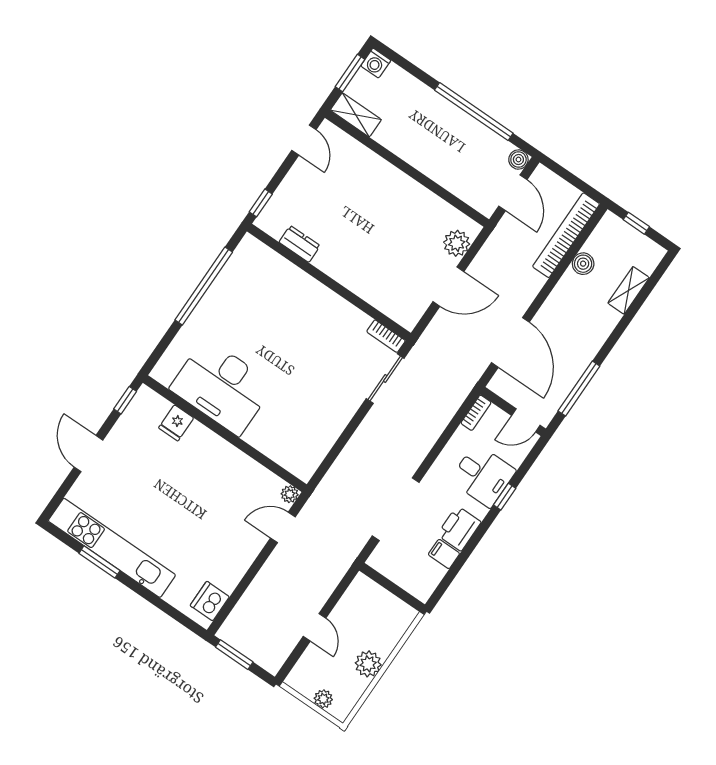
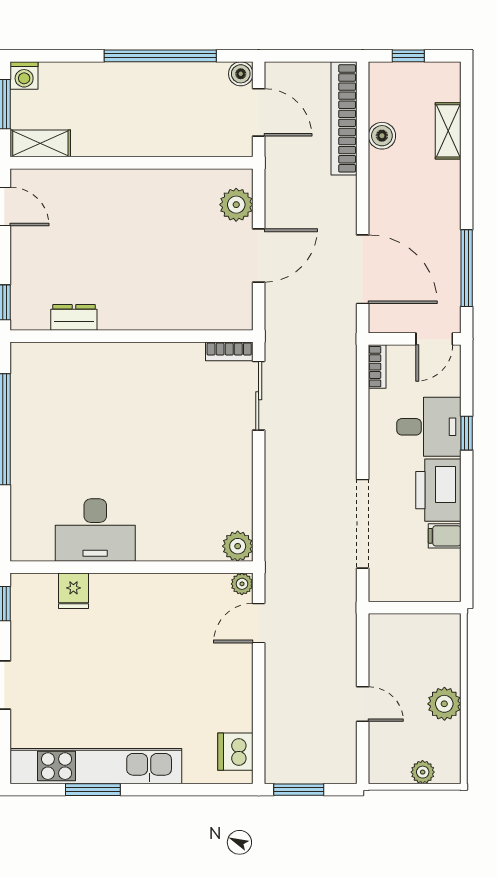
desk: (222, 387) -> (95, 530), width x0.73, depth x0.77
plant: (304, 468) -> (238, 546), added
printer: (459, 528) -> (438, 490), width x1.37, depth x1.19

